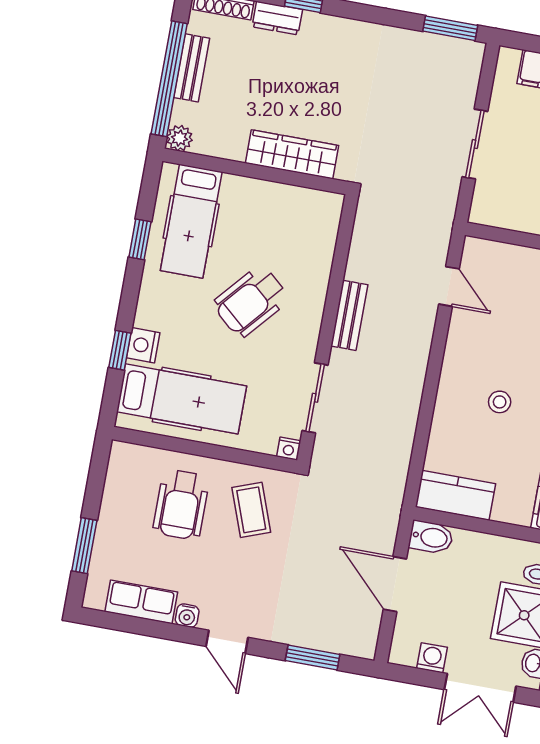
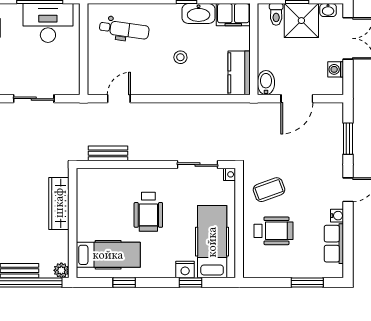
wheelchair: (251, 301) -> (148, 212), turned 49
bench: (349, 315) -> (108, 153), moved

